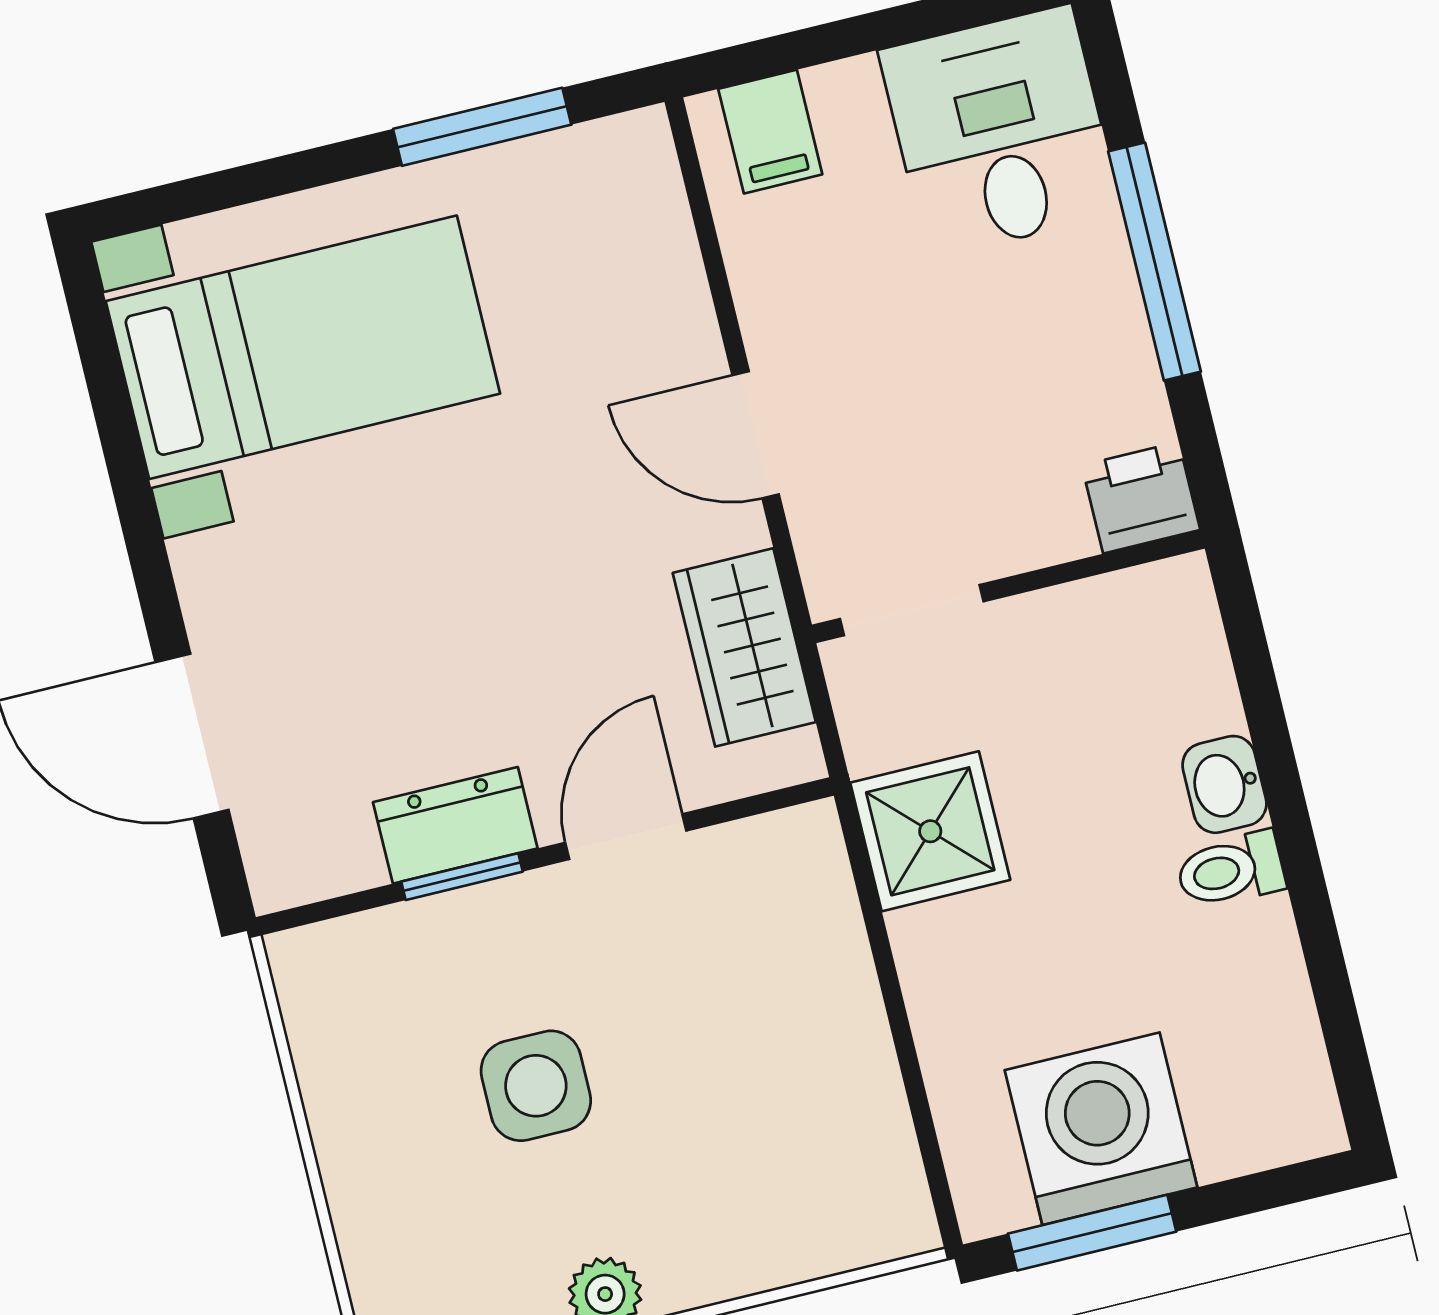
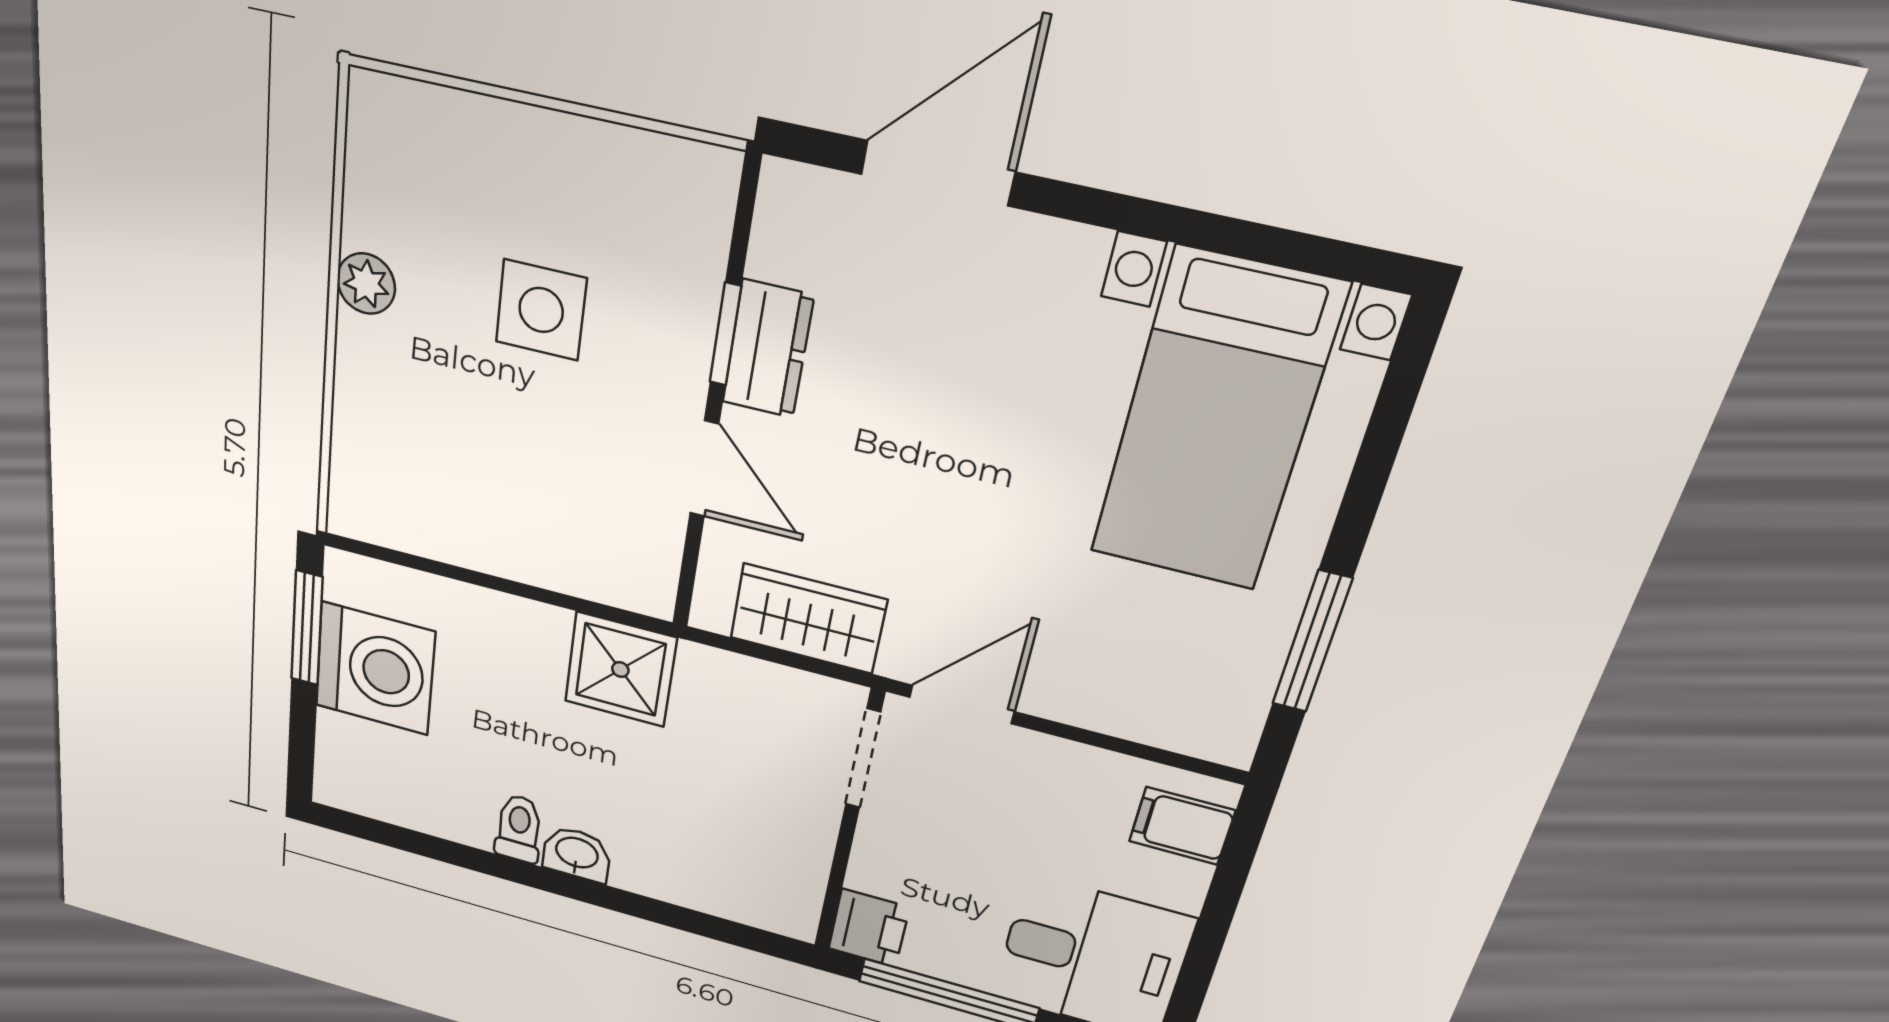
printer: (1141, 498) -> (869, 928), moved
wall: (1008, 587) -> (849, 823), moved
doorway: (912, 610) -> (863, 758), moved

